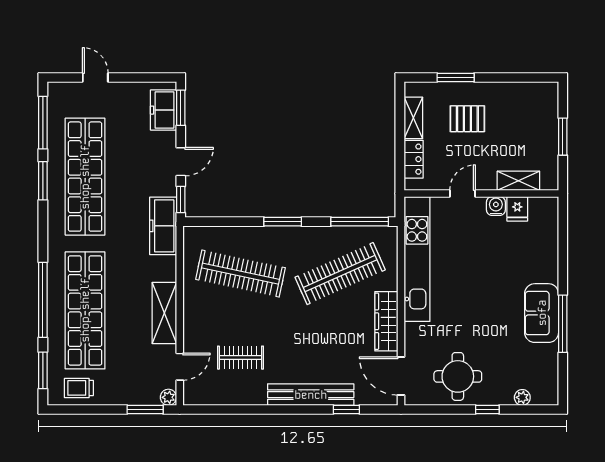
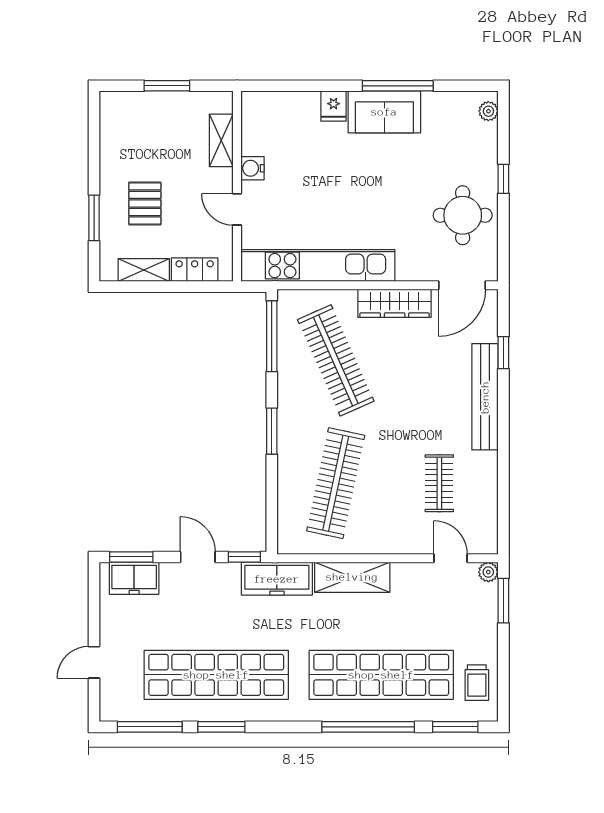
fridge: (517, 209) -> (333, 106), moved, turned 90
shelving: (164, 313) -> (352, 577), moved
plant: (522, 397) -> (488, 111), moved

